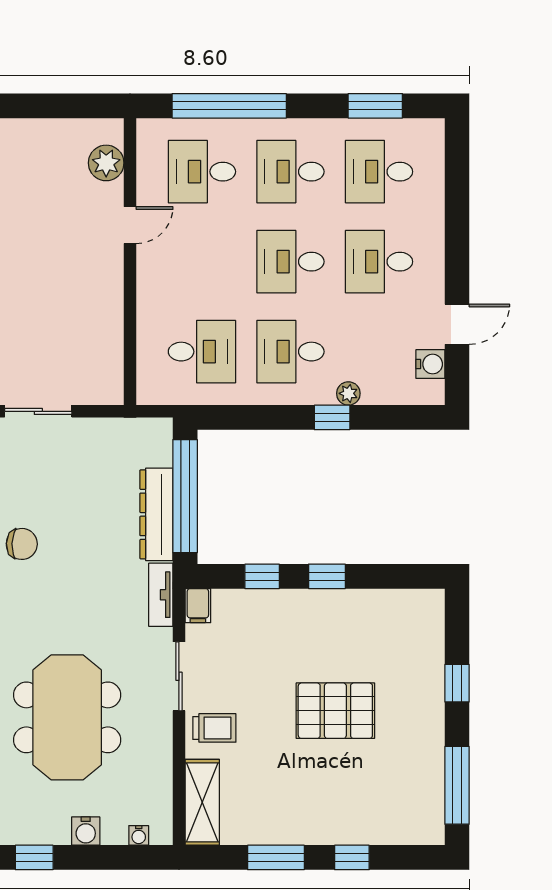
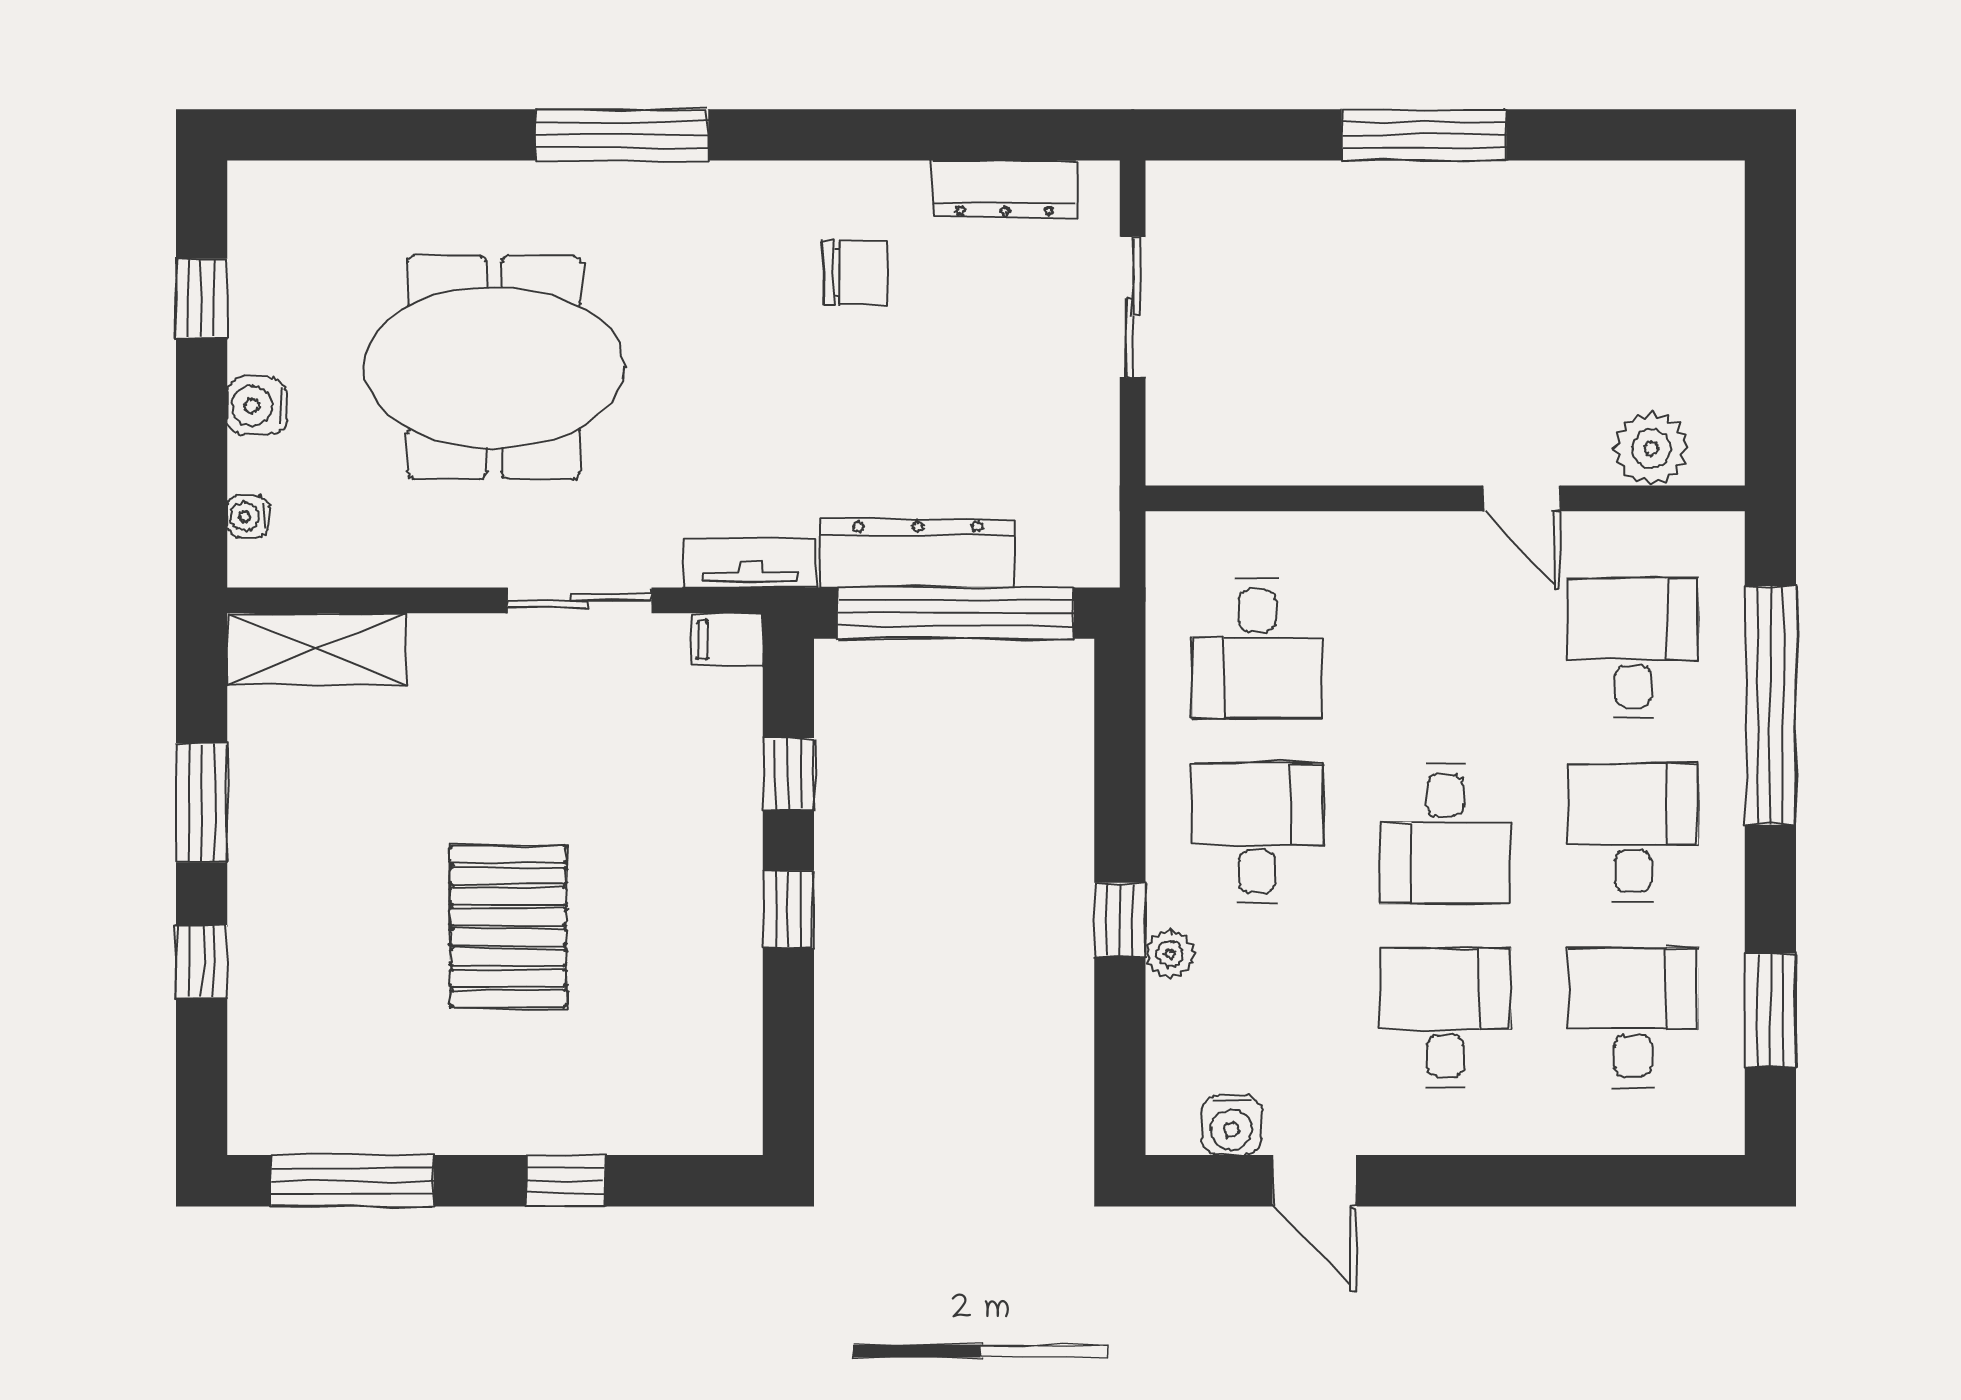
desk: (290, 262) -> (1445, 833), turned 180
chair: (22, 544) -> (856, 272), turned -92
trolley: (214, 728) -> (472, 674), removed

